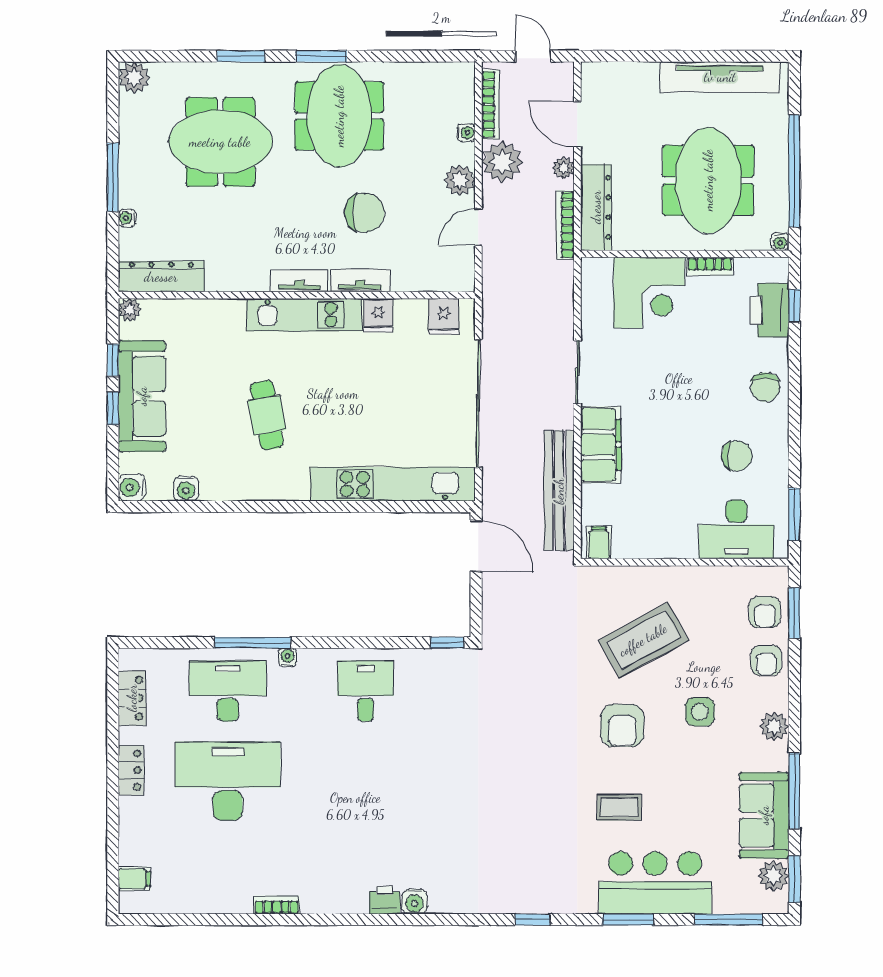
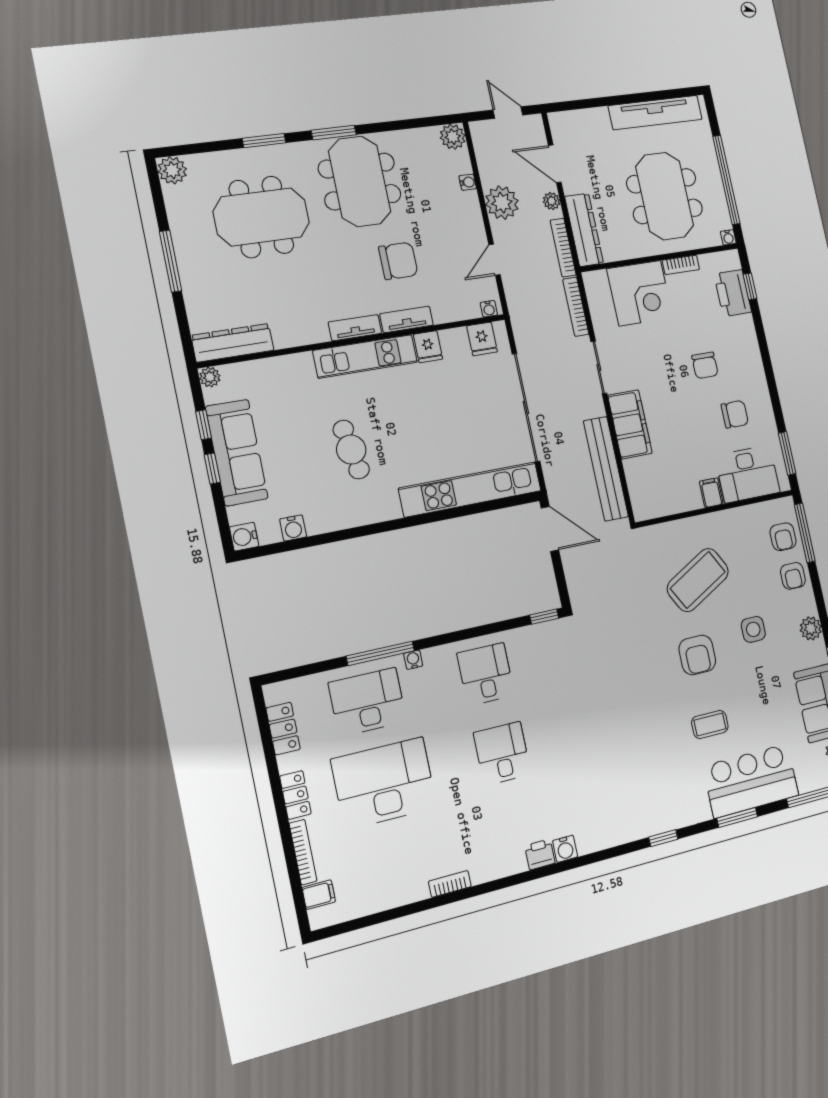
bookcase: (491, 104) -> (576, 307), moved, turned 180
plant: (460, 180) -> (453, 137), moved
water cooler: (127, 218) -> (489, 309), moved, turned -90
chair: (765, 387) -> (705, 365), moved
filing cabinet: (599, 543) -> (711, 493), moved
window: (794, 613) -> (805, 533), width x1.44
desk: (366, 781) -> (502, 753), added
bookcase: (127, 831) -> (303, 852), added

